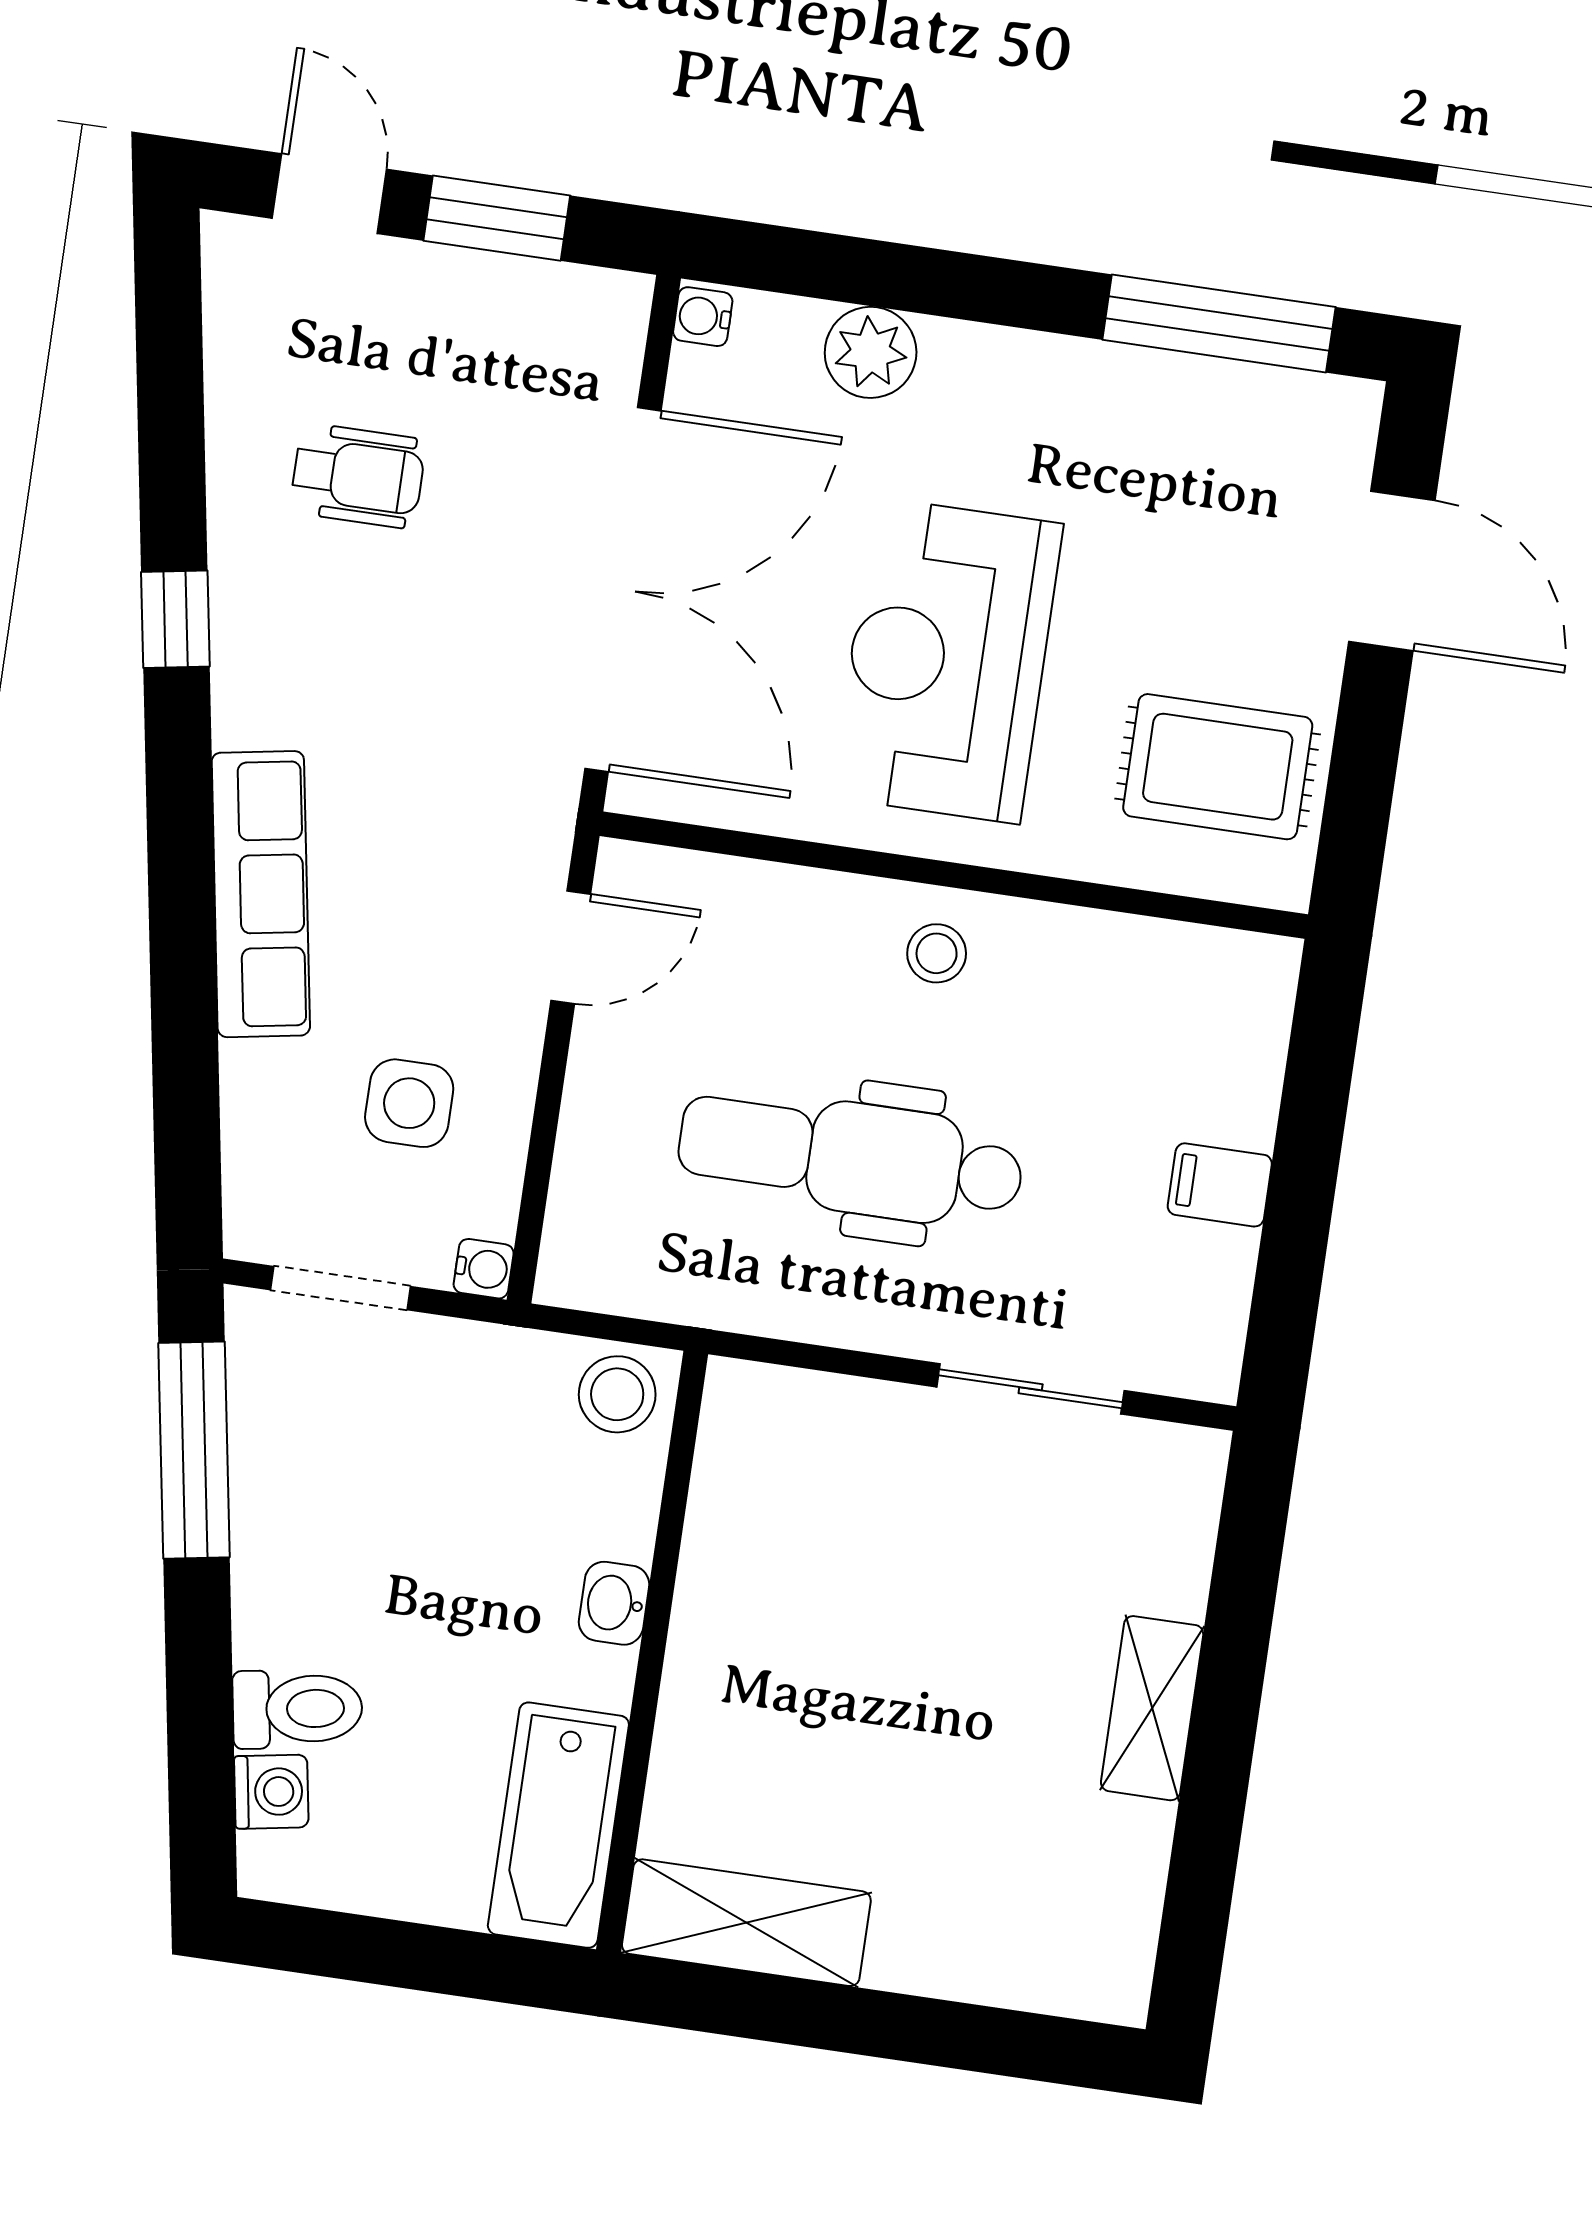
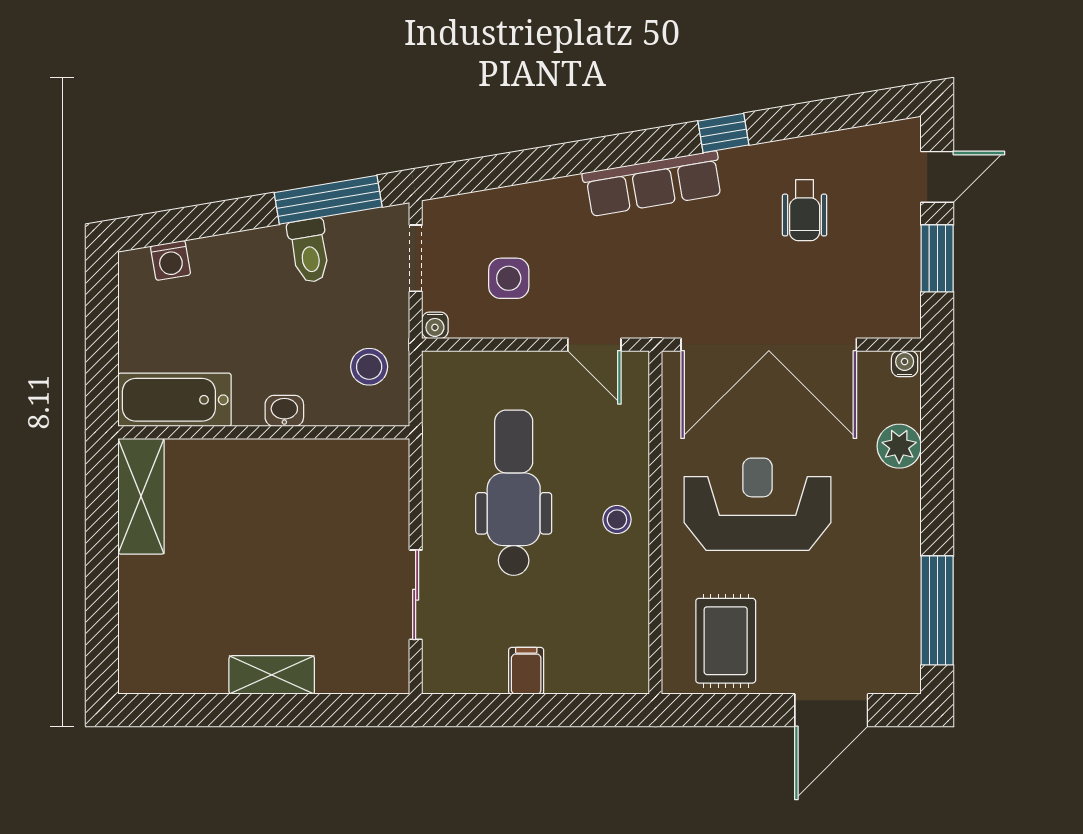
row of seats: (261, 894) -> (653, 184), moved
stool: (617, 1394) -> (369, 367), moved
toilet: (297, 1709) -> (309, 251), moved

